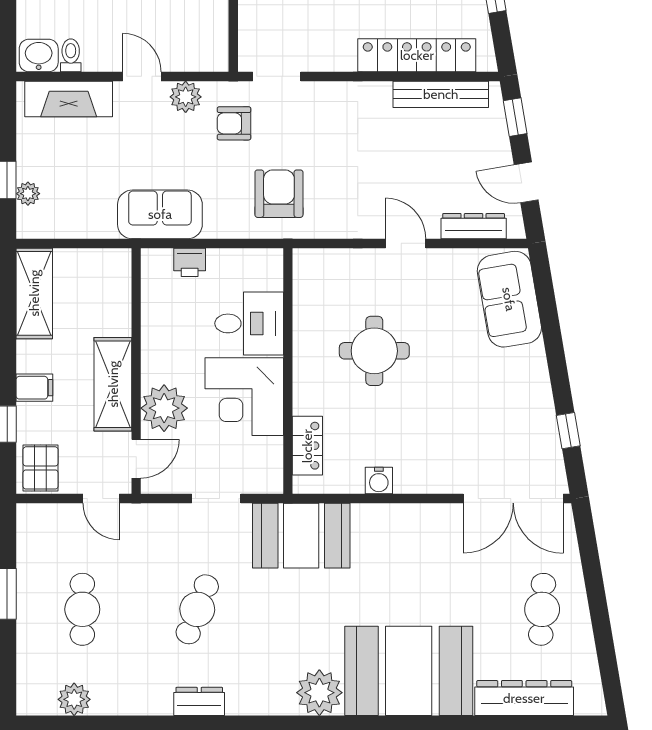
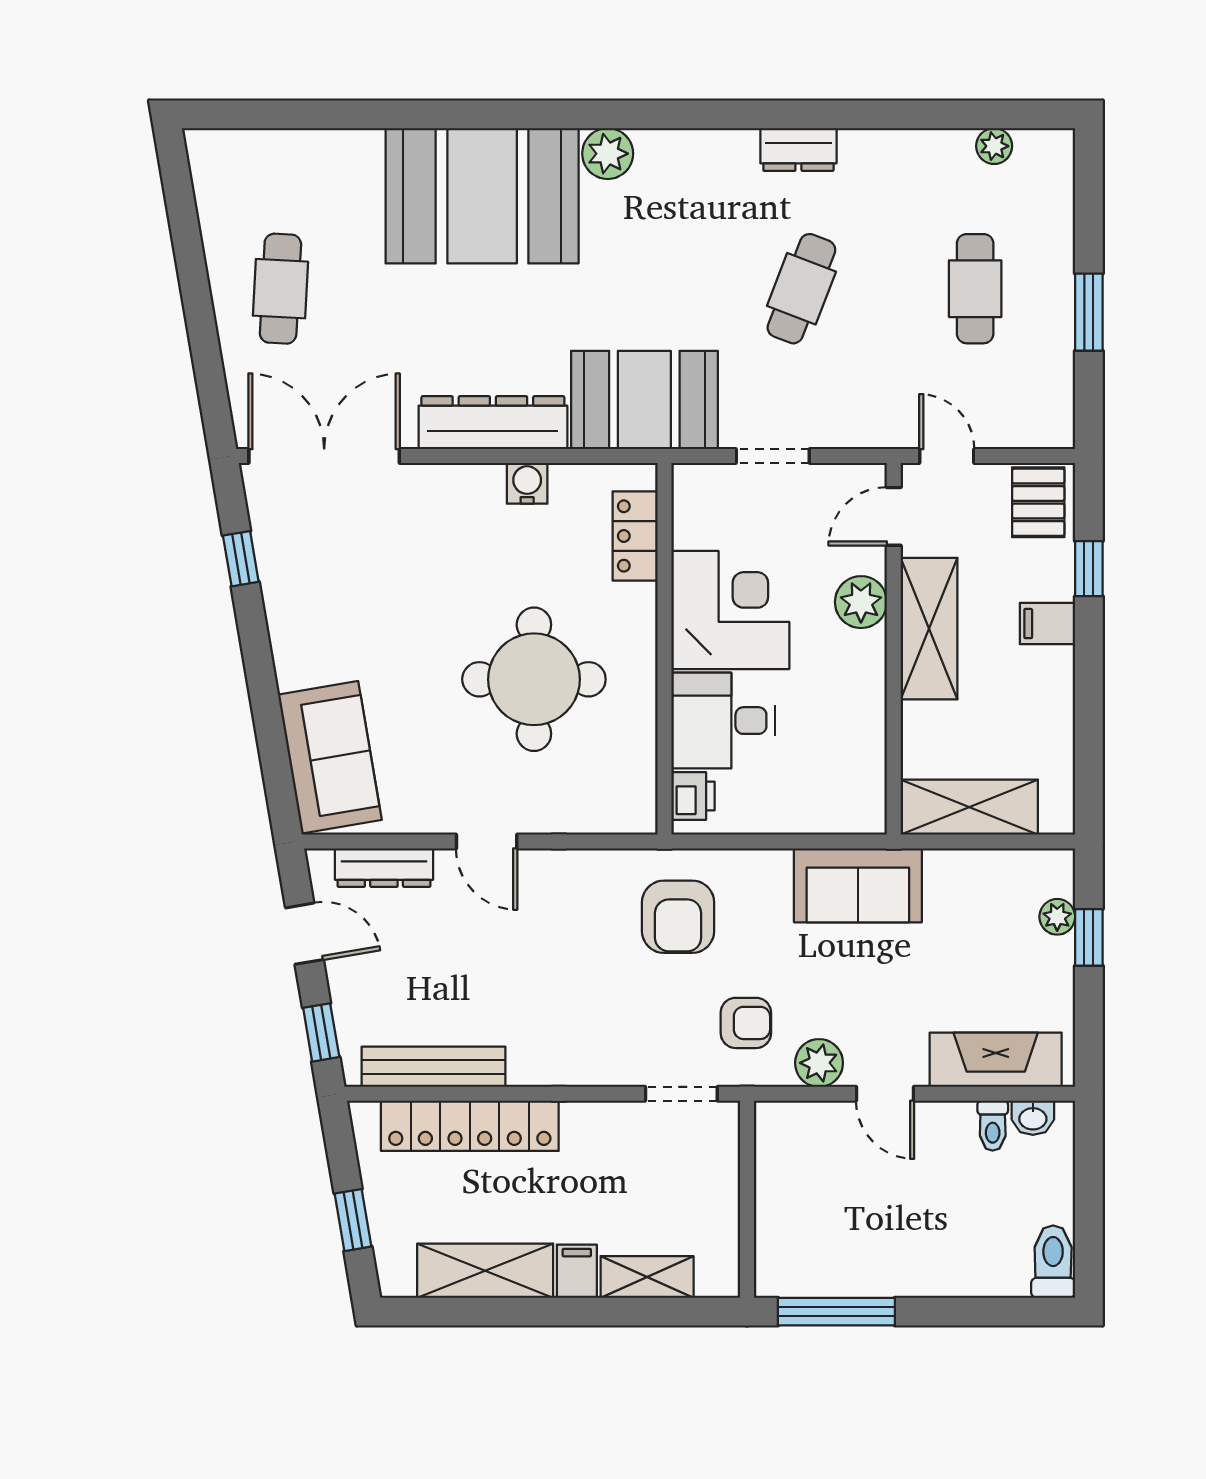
washbasin: (39, 55) -> (1033, 1118), width x0.72, depth x0.69
printer: (190, 262) -> (693, 796), moved, turned 90
shelving: (34, 293) -> (969, 807), moved, turned 90
round table: (374, 351) -> (534, 679), width x1.36, depth x1.36
plant: (164, 408) -> (861, 602), width x0.73, depth x0.73
plant: (319, 693) -> (608, 154), width x0.73, depth x0.73
dresser: (524, 698) -> (493, 423), moved, turned 180
plant: (74, 699) -> (994, 146), width x0.73, depth x0.73

